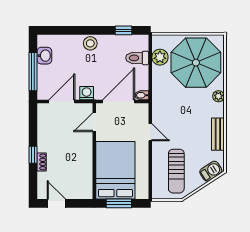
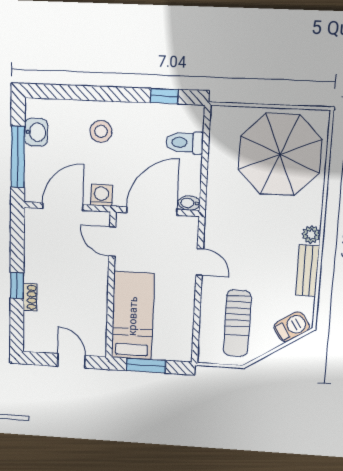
stool: (90, 43) -> (101, 131), moved
plant: (160, 57) -> (222, 143), removed
plant: (218, 96) -> (311, 235), moved
door: (94, 122) -> (112, 242), hinge flipped
bed: (115, 170) -> (133, 316), width x0.67
door: (56, 203) -> (71, 361), moved

